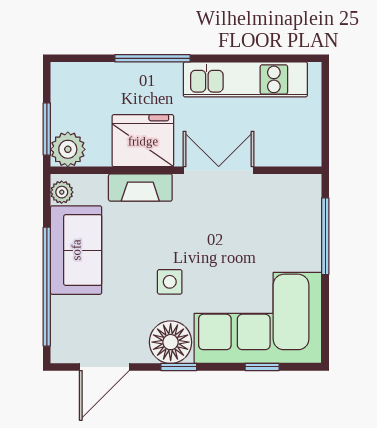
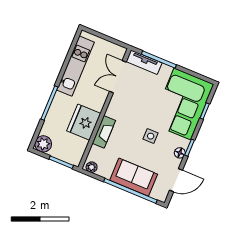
plant: (68, 149) -> (43, 144), moved
double door: (219, 170) -> (118, 77), moved
tv unit: (308, 210) -> (144, 62), added
sofa: (76, 250) -> (134, 177), moved
floor lamp: (171, 342) -> (180, 153), width x0.53, depth x0.53
door: (104, 367) -> (176, 180), hinge flipped

